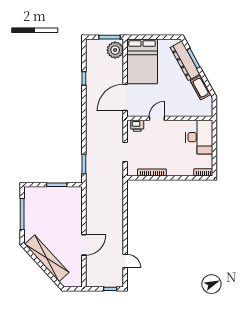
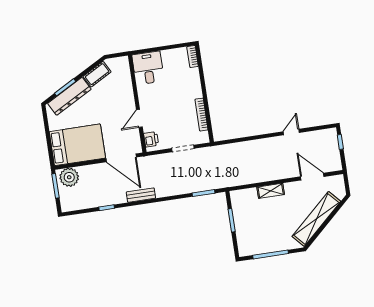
bench: (90, 110) -> (141, 195), added
door: (157, 118) -> (139, 118), hinge flipped
desk: (199, 137) -> (148, 68), width x0.73
shelving: (77, 222) -> (271, 191), added
door: (84, 245) -> (312, 177), moved
door: (125, 261) -> (291, 132), moved

